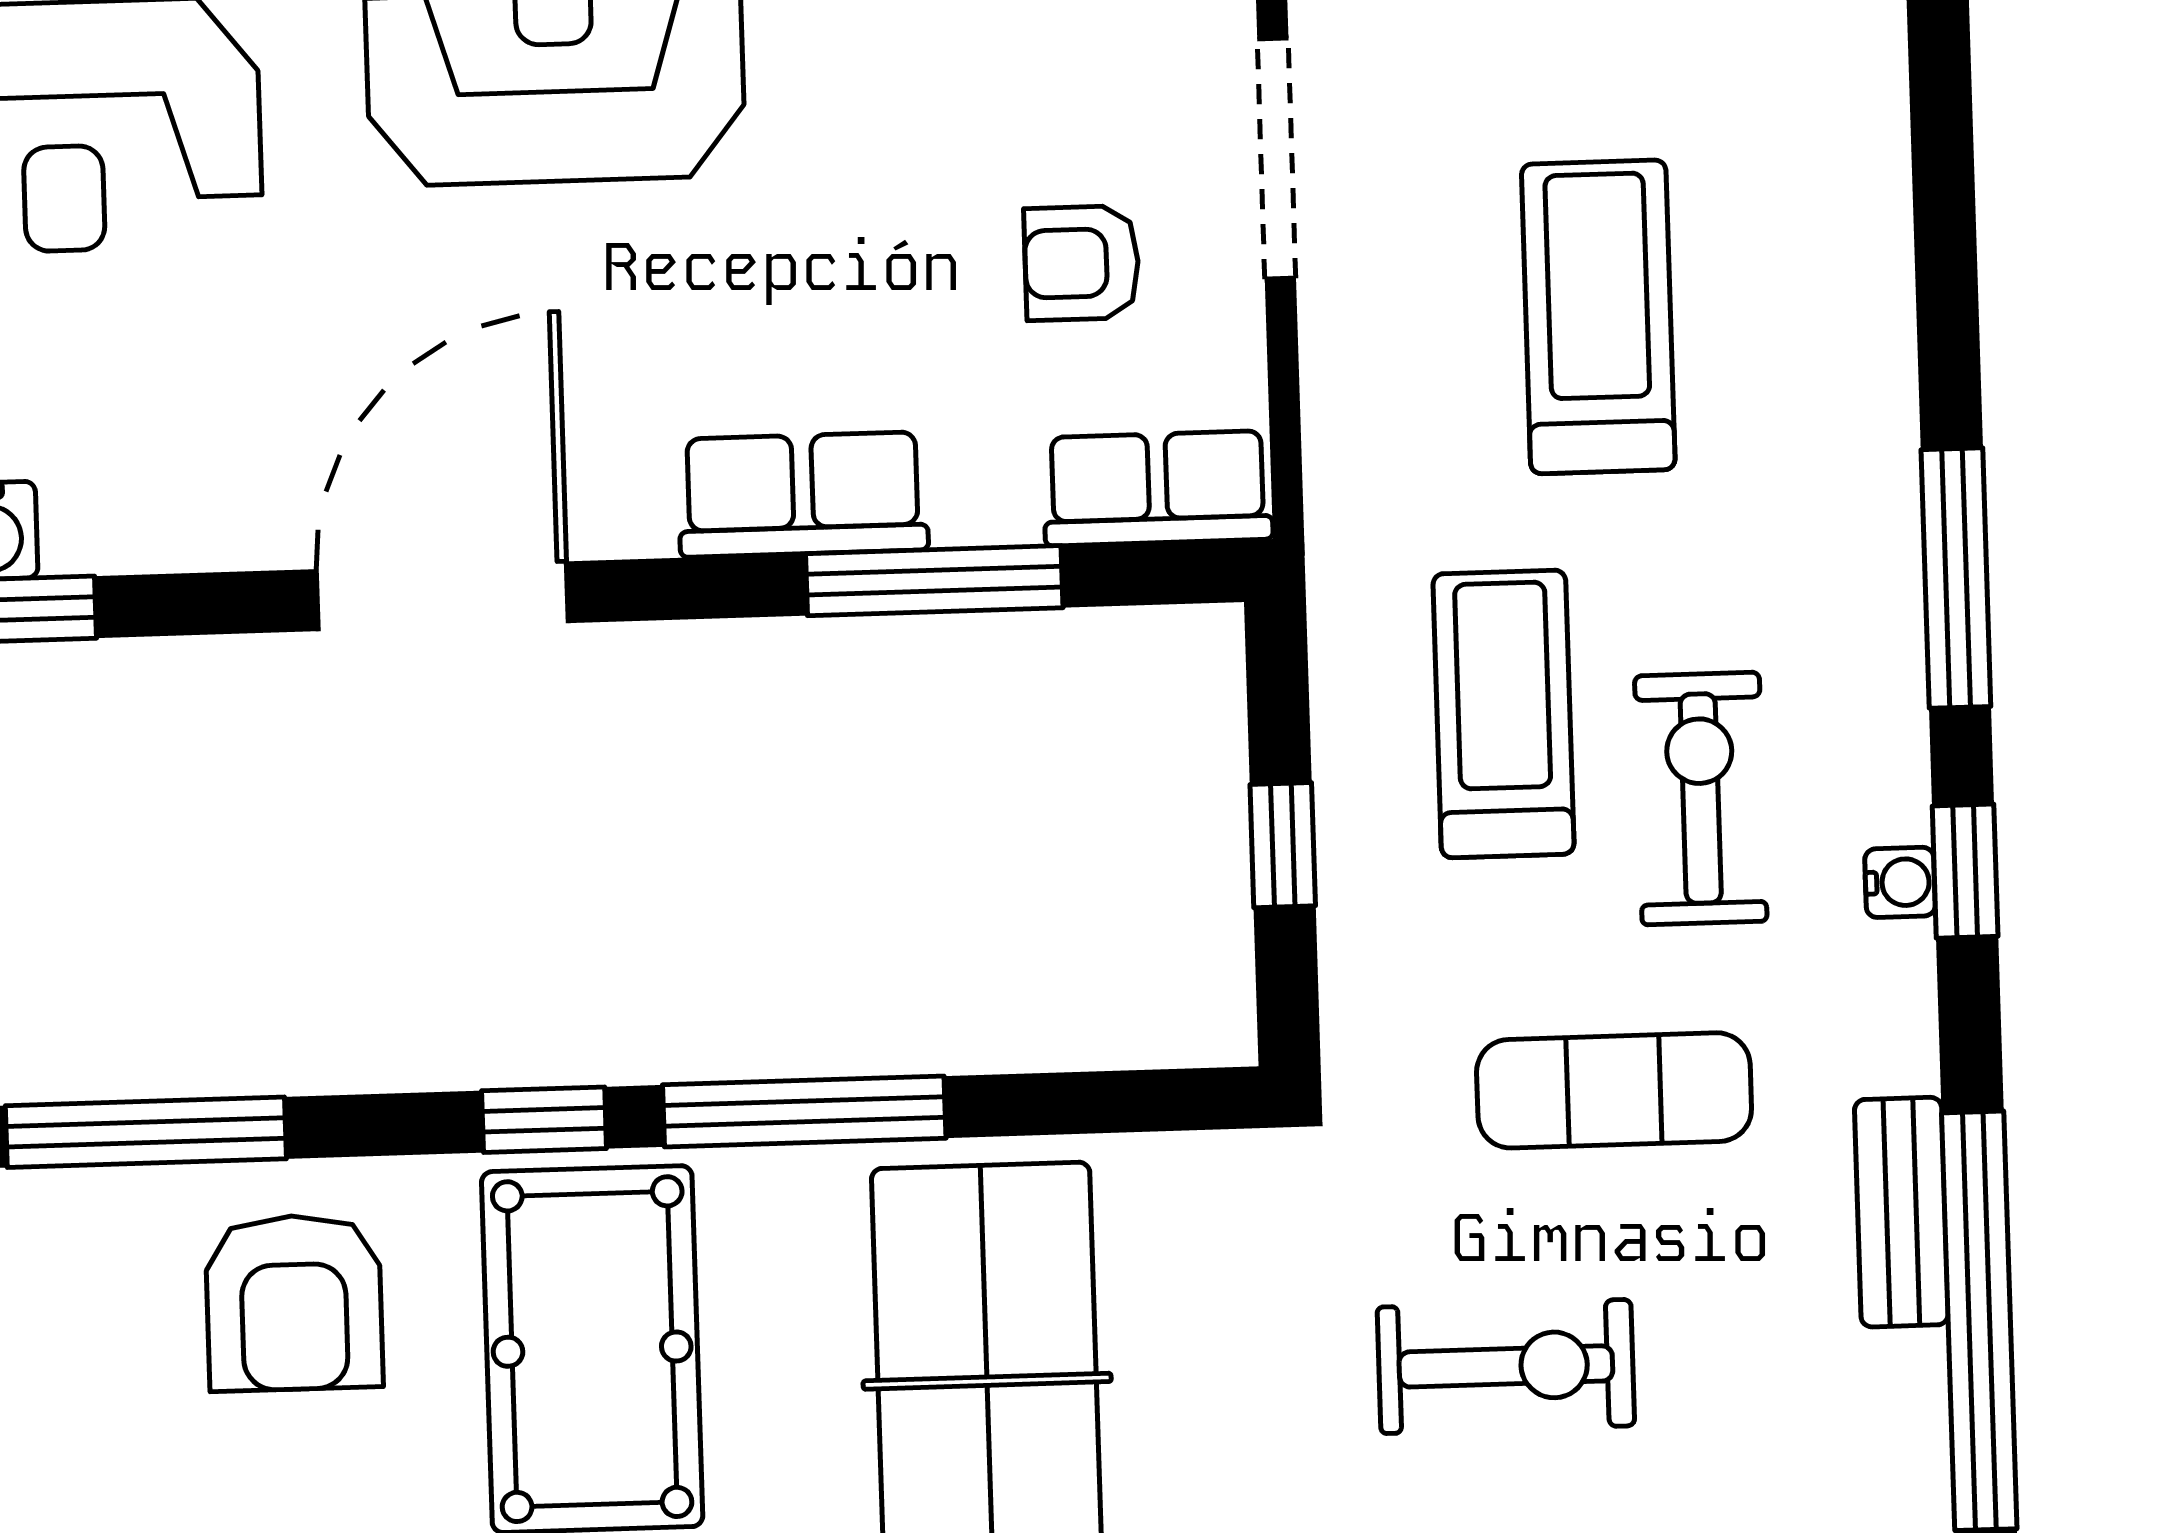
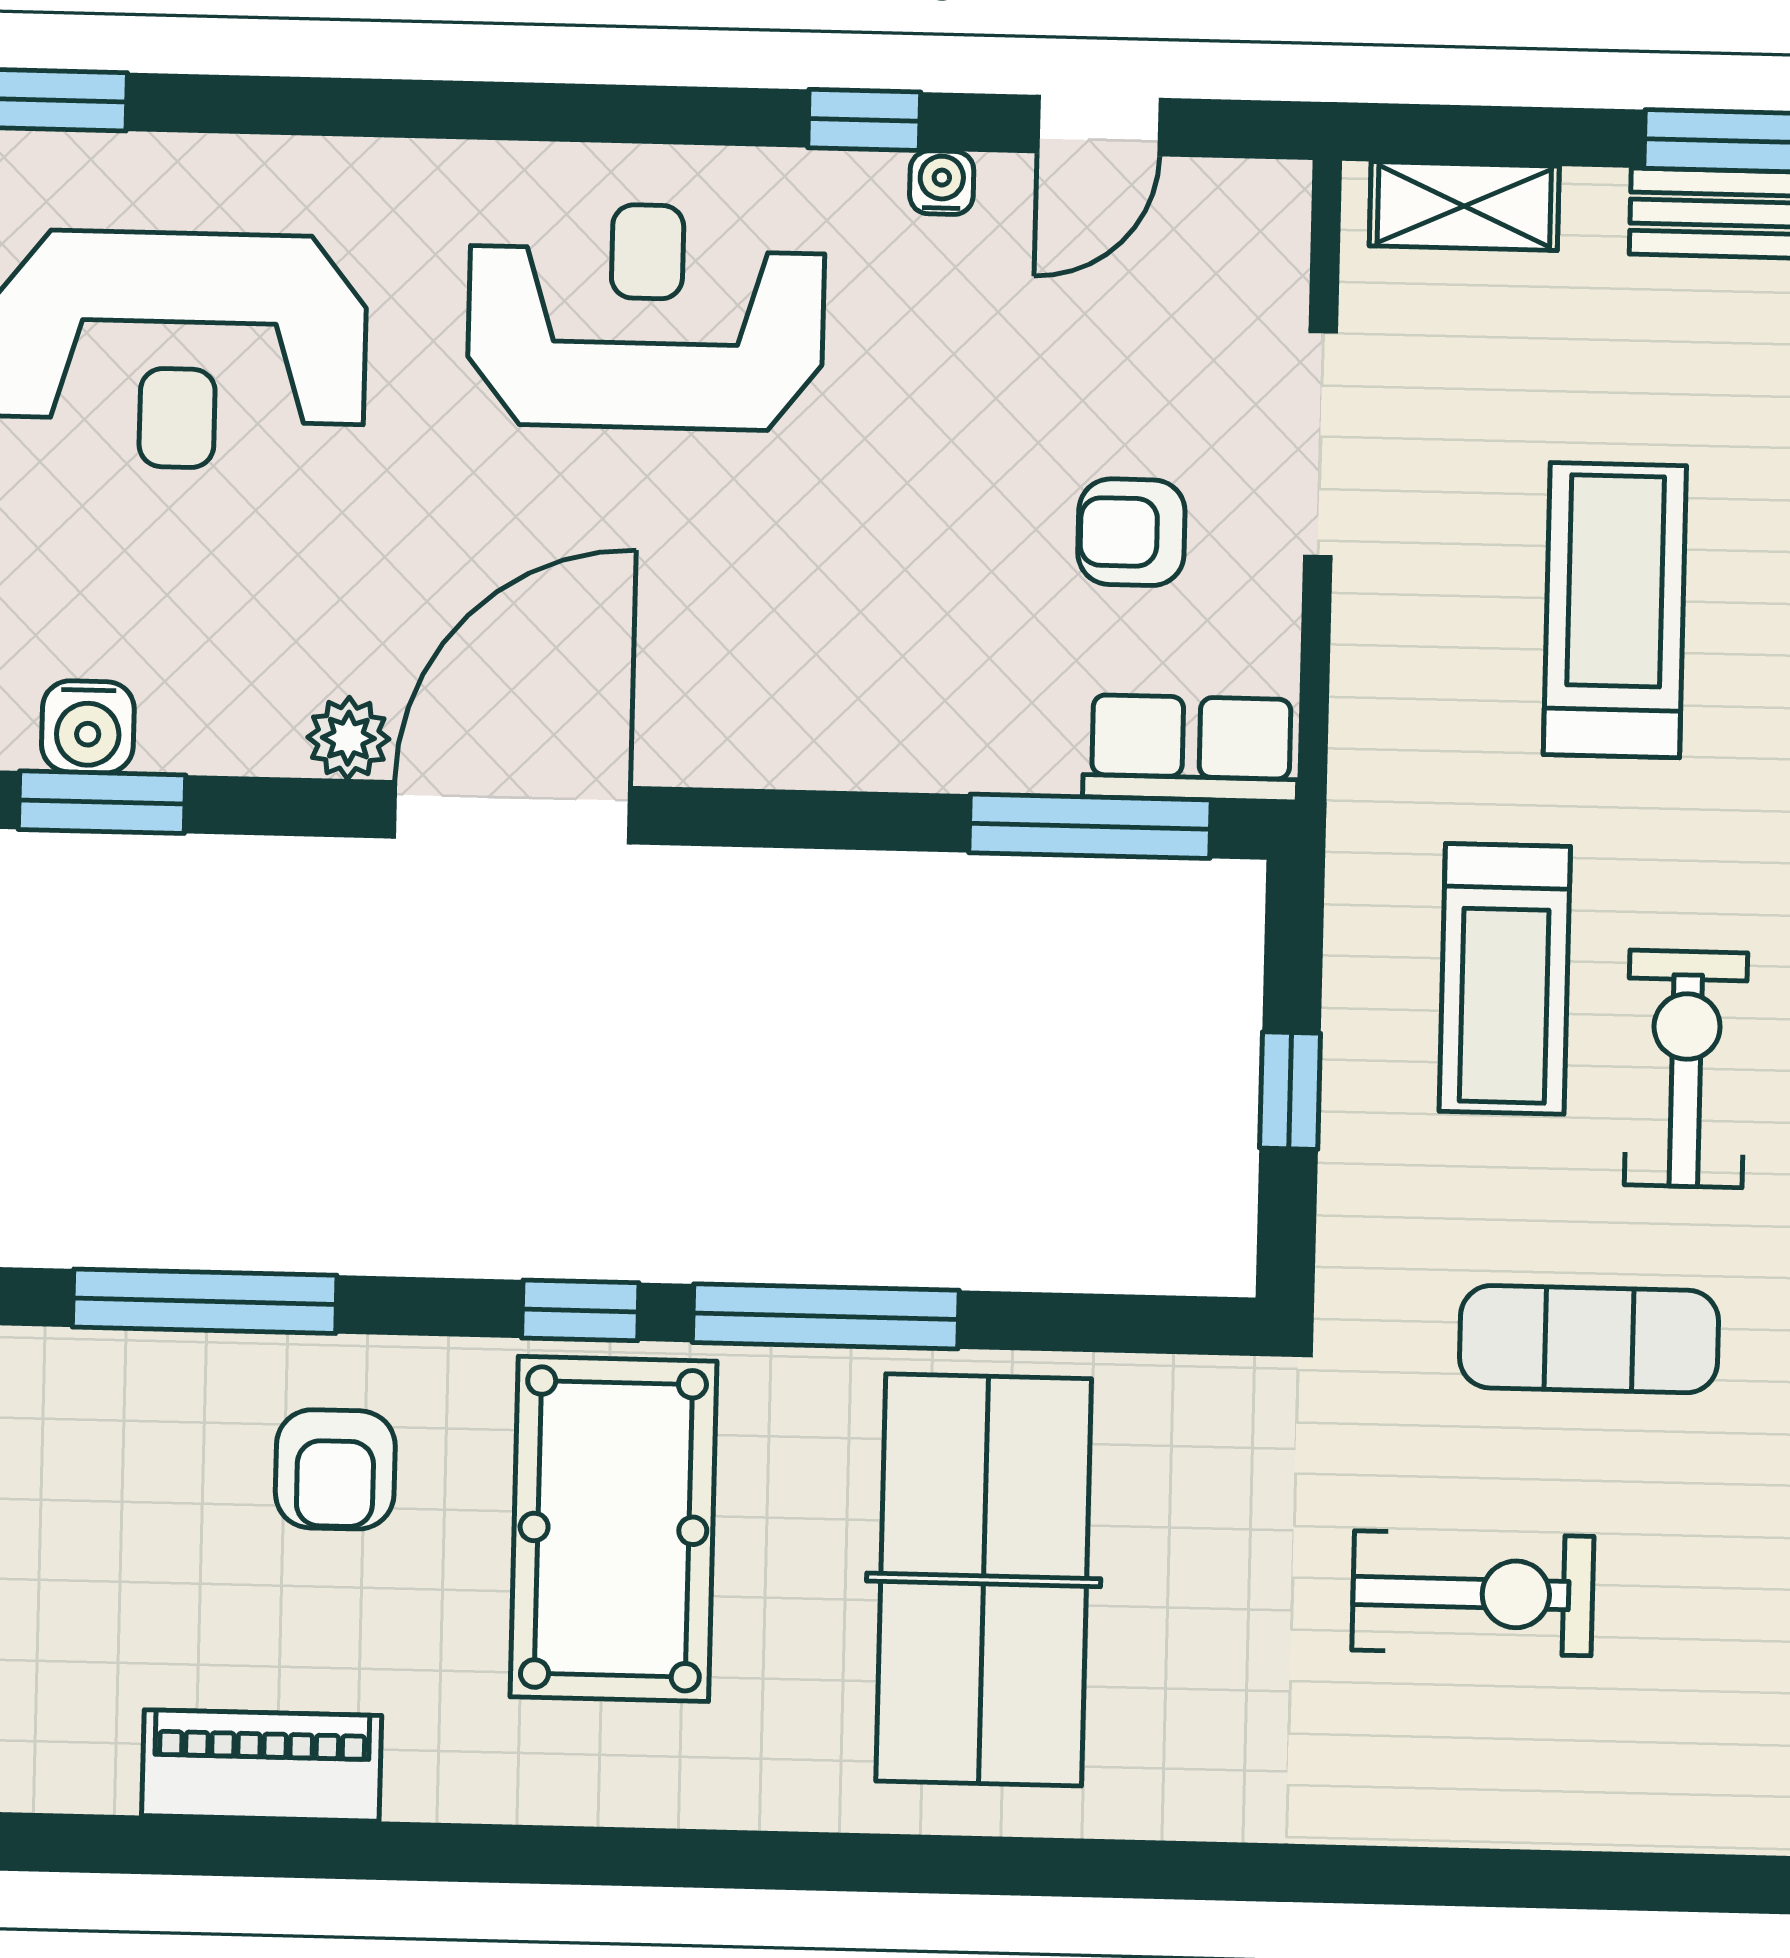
row of seats: (803, 495) -> (857, 735), removed
plant: (265, 527) -> (348, 738), added
window: (934, 581) -> (1090, 826), moved
treadmill: (1503, 714) -> (1505, 979), turned 180
armchair: (294, 1303) -> (335, 1469), width x0.72, depth x0.72

